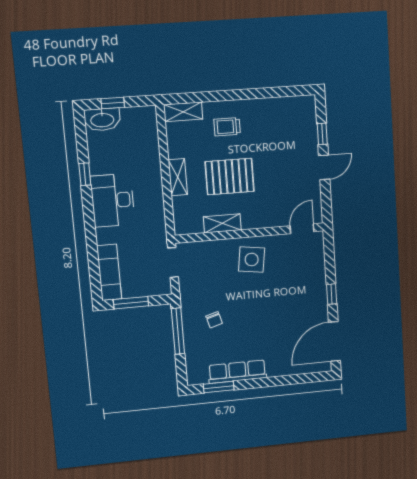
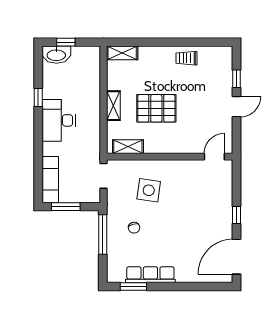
trolley: (227, 127) -> (187, 58), moved
shelving: (222, 223) -> (128, 147), moved
side table: (252, 259) -> (149, 190), moved

